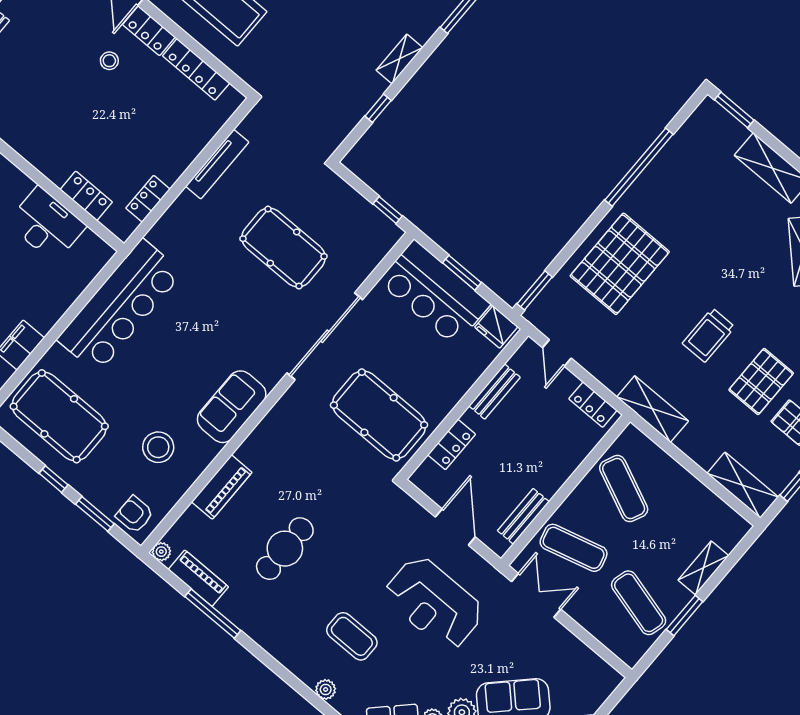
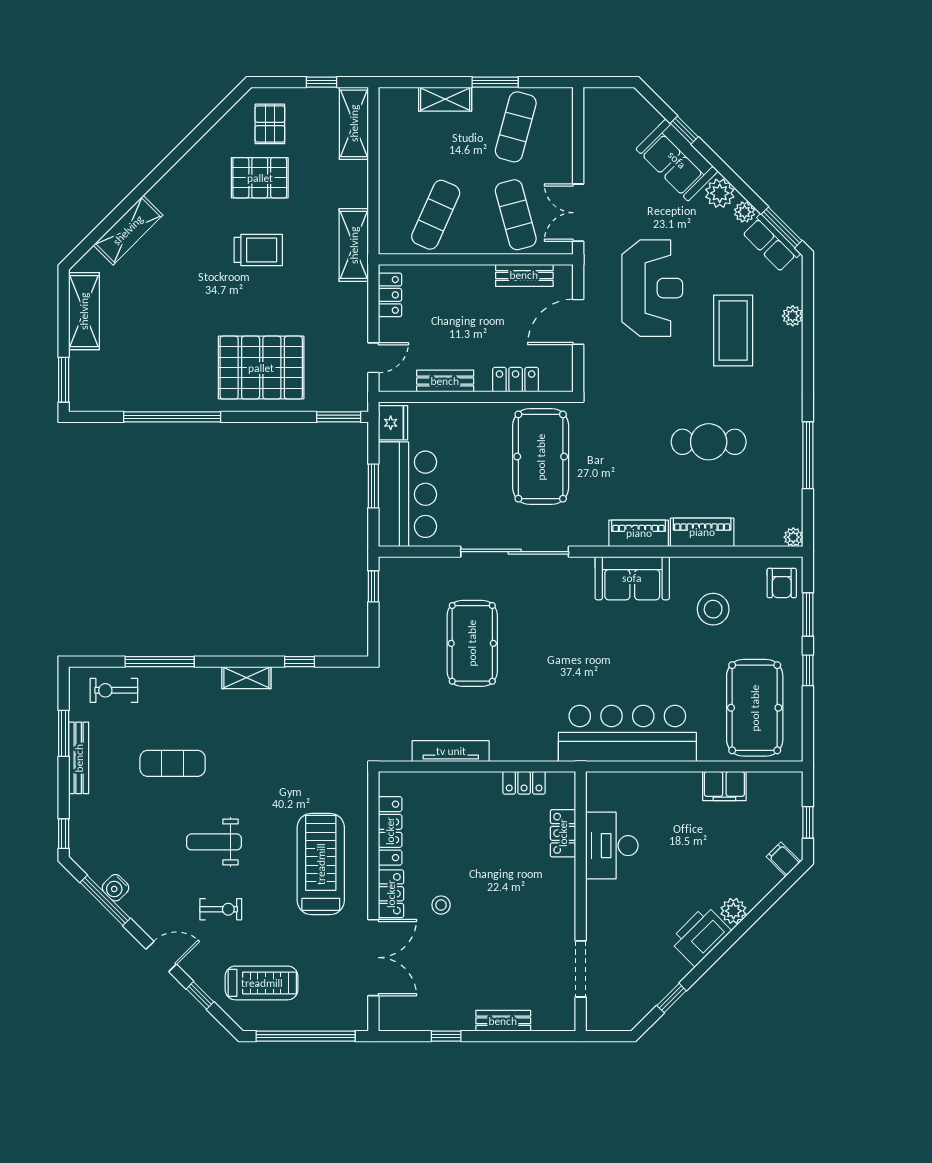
piano: (198, 578) -> (639, 533), moved, turned 90
coffee table: (352, 636) -> (733, 331), width x1.36, depth x1.32

